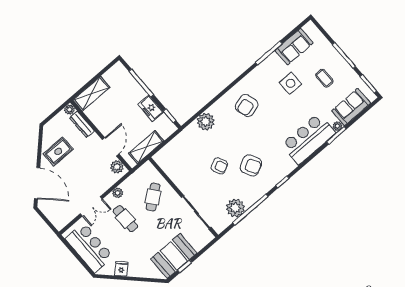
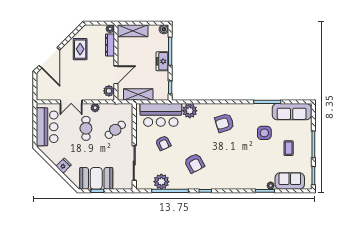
sofa: (294, 47) -> (292, 112), width x1.36
boiler: (119, 68) -> (164, 29), added
freezer: (151, 108) -> (162, 61), moved
bar counter: (308, 139) -> (161, 115), moved, turned 180
rug: (58, 151) -> (80, 49), turned 90
armchair: (219, 166) -> (163, 143), moved
fridge: (121, 269) -> (64, 166), moved

